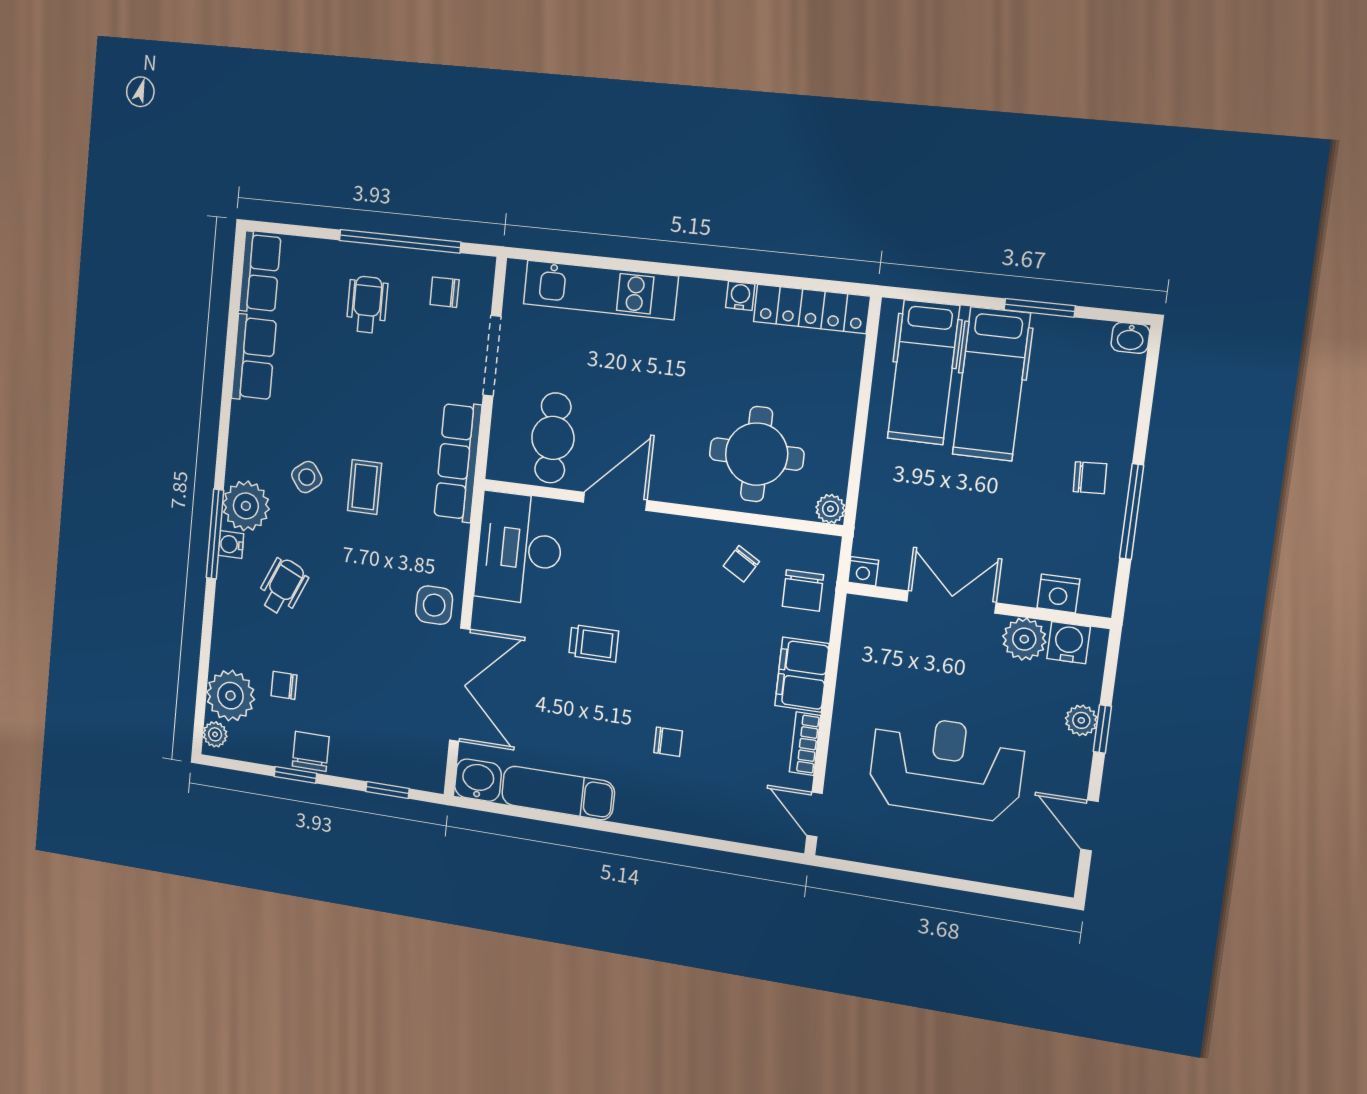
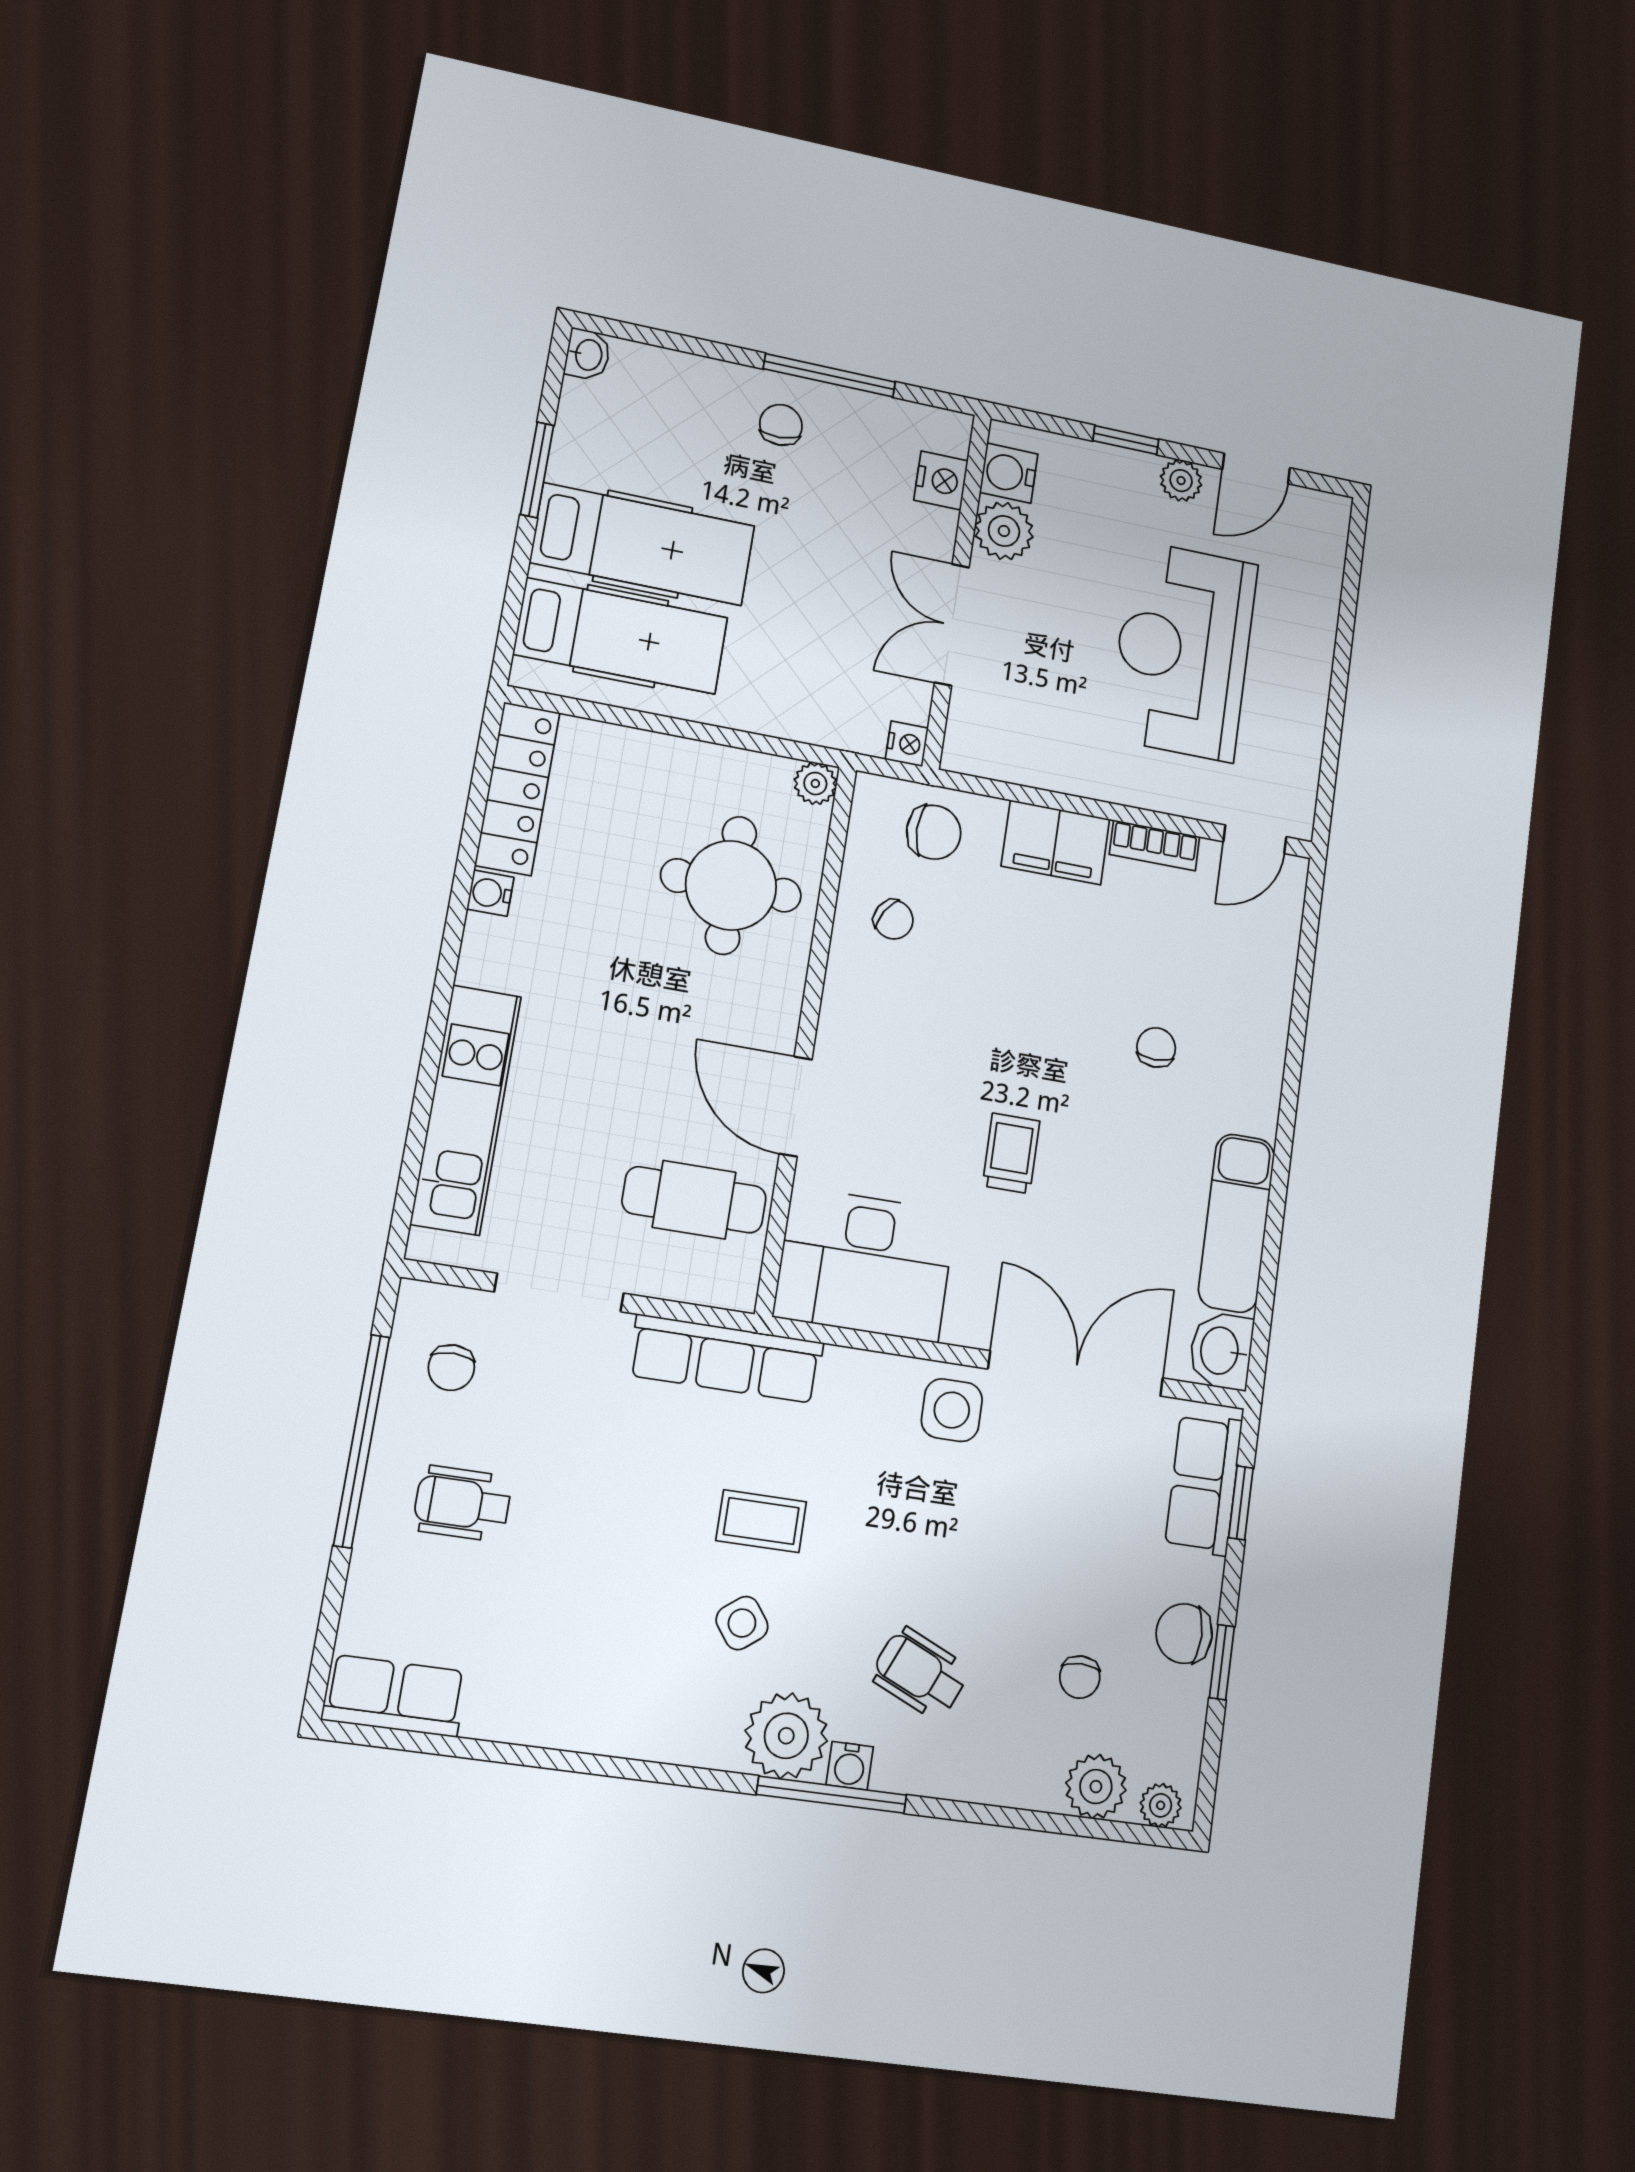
row of seats: (254, 358) -> (1204, 1484), moved, turned -90
plant: (230, 696) -> (1096, 1787), width x0.73, depth x0.73
plant: (1081, 720) -> (1181, 481), moved

